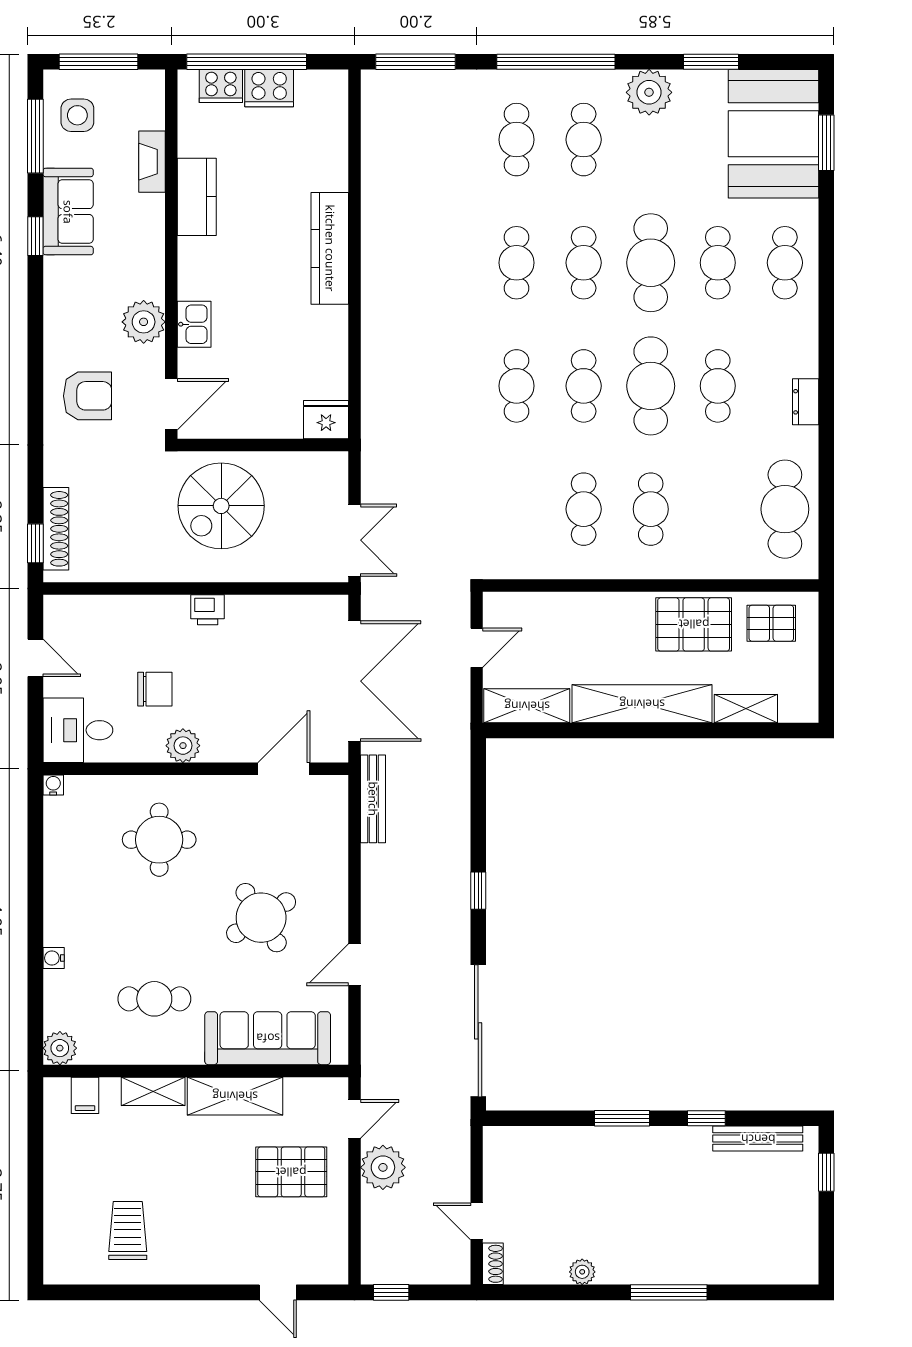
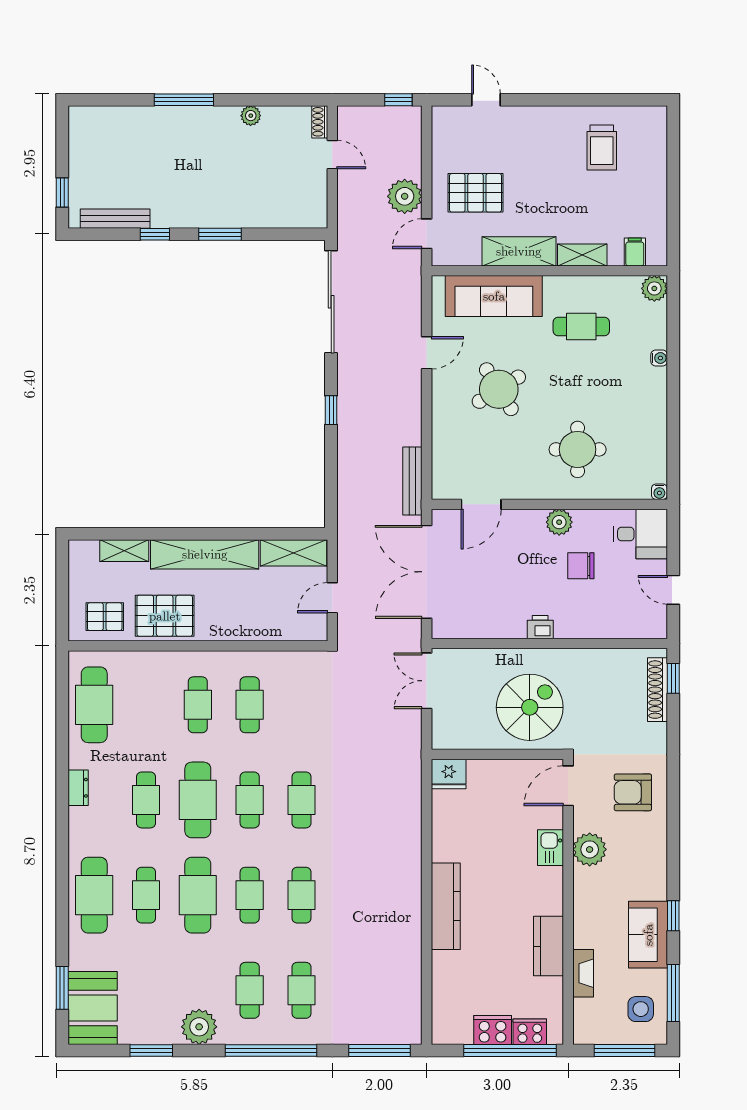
booth: (774, 134) -> (93, 1008), width x0.73, depth x0.70
cafe table: (785, 263) -> (94, 895), width x1.37, depth x1.35

